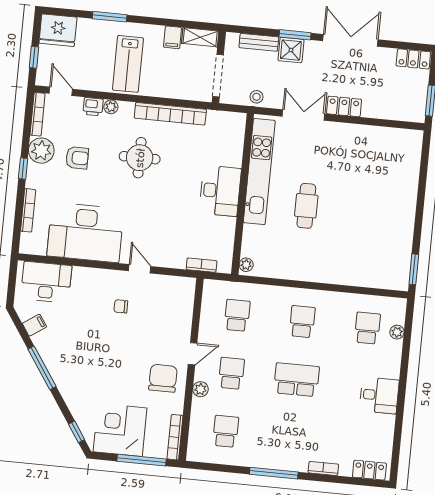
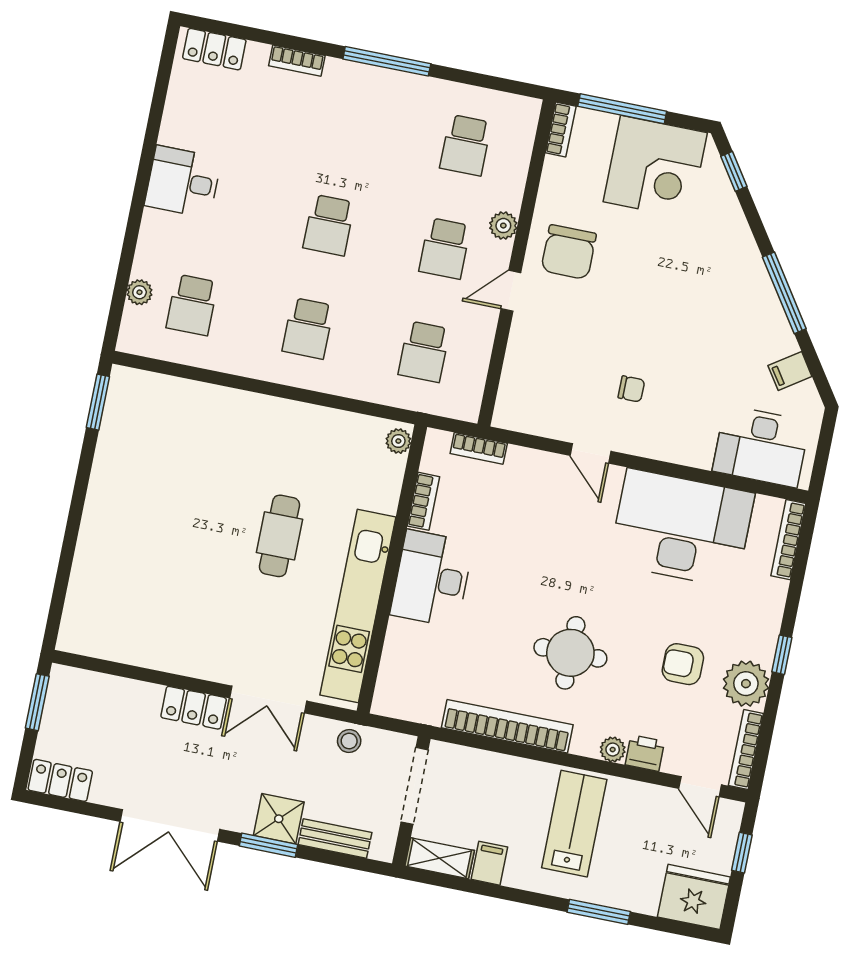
bookcase: (28, 210) -> (788, 540), moved
bookcase: (229, 233) -> (423, 501), added
school desk: (297, 380) -> (329, 225), width x0.54
bookcase: (175, 437) -> (561, 129), width x0.64

